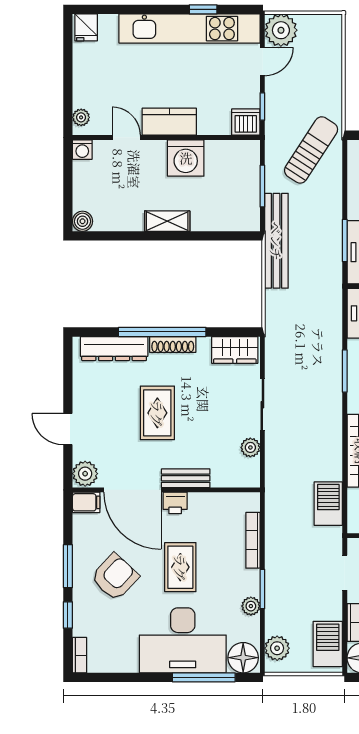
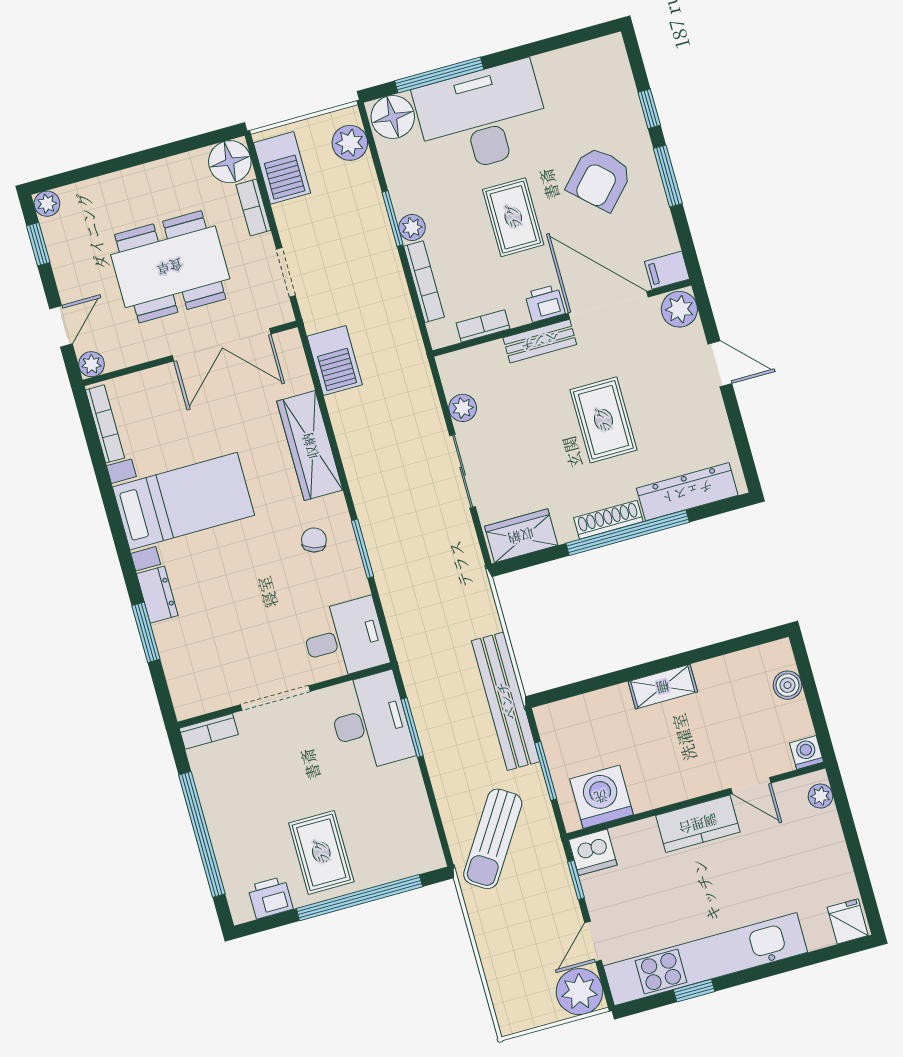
washing machine: (186, 158) -> (601, 797), moved
boiler: (82, 221) -> (787, 685), moved
plant: (251, 606) -> (412, 227), moved
bookcase: (80, 655) -> (483, 326), moved, turned 90

